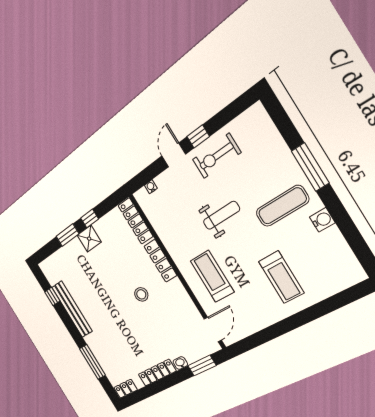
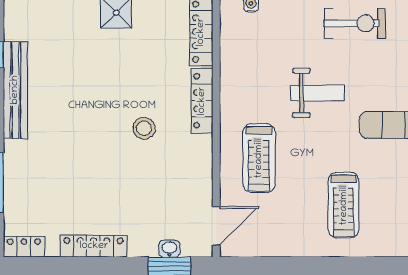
exercise bike: (216, 156) -> (355, 23), turned 180
treadmill: (212, 276) -> (259, 158), turned 180
washbasin: (180, 363) -> (169, 249), moved

